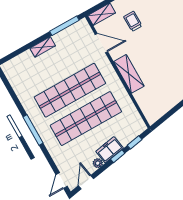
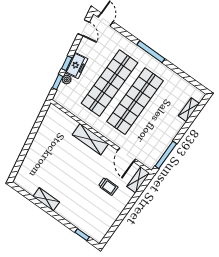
door: (101, 43) -> (127, 155), hinge flipped
shelving: (43, 47) -> (189, 110), moved
plant: (98, 163) -> (67, 80), moved

